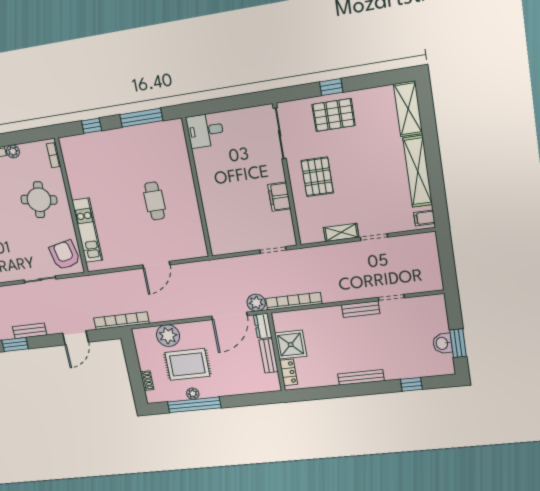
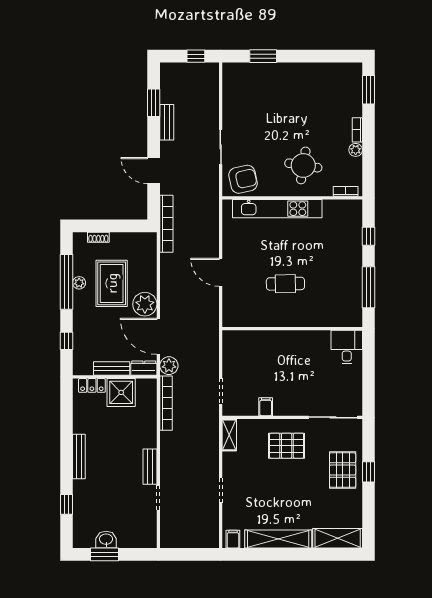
filing cabinet: (279, 197) -> (266, 407), width x0.50
kitchen unit: (87, 230) -> (277, 209), width x1.36
shelving: (341, 232) -> (229, 435), moved
plant: (168, 336) -> (145, 304), moved
window: (250, 400) -> (66, 341), added

